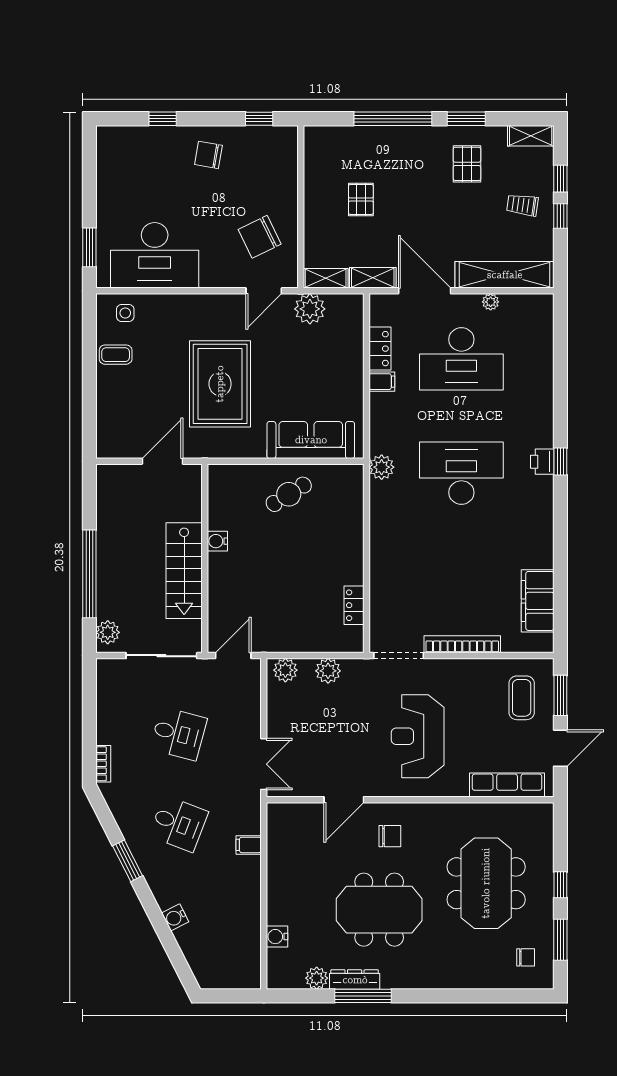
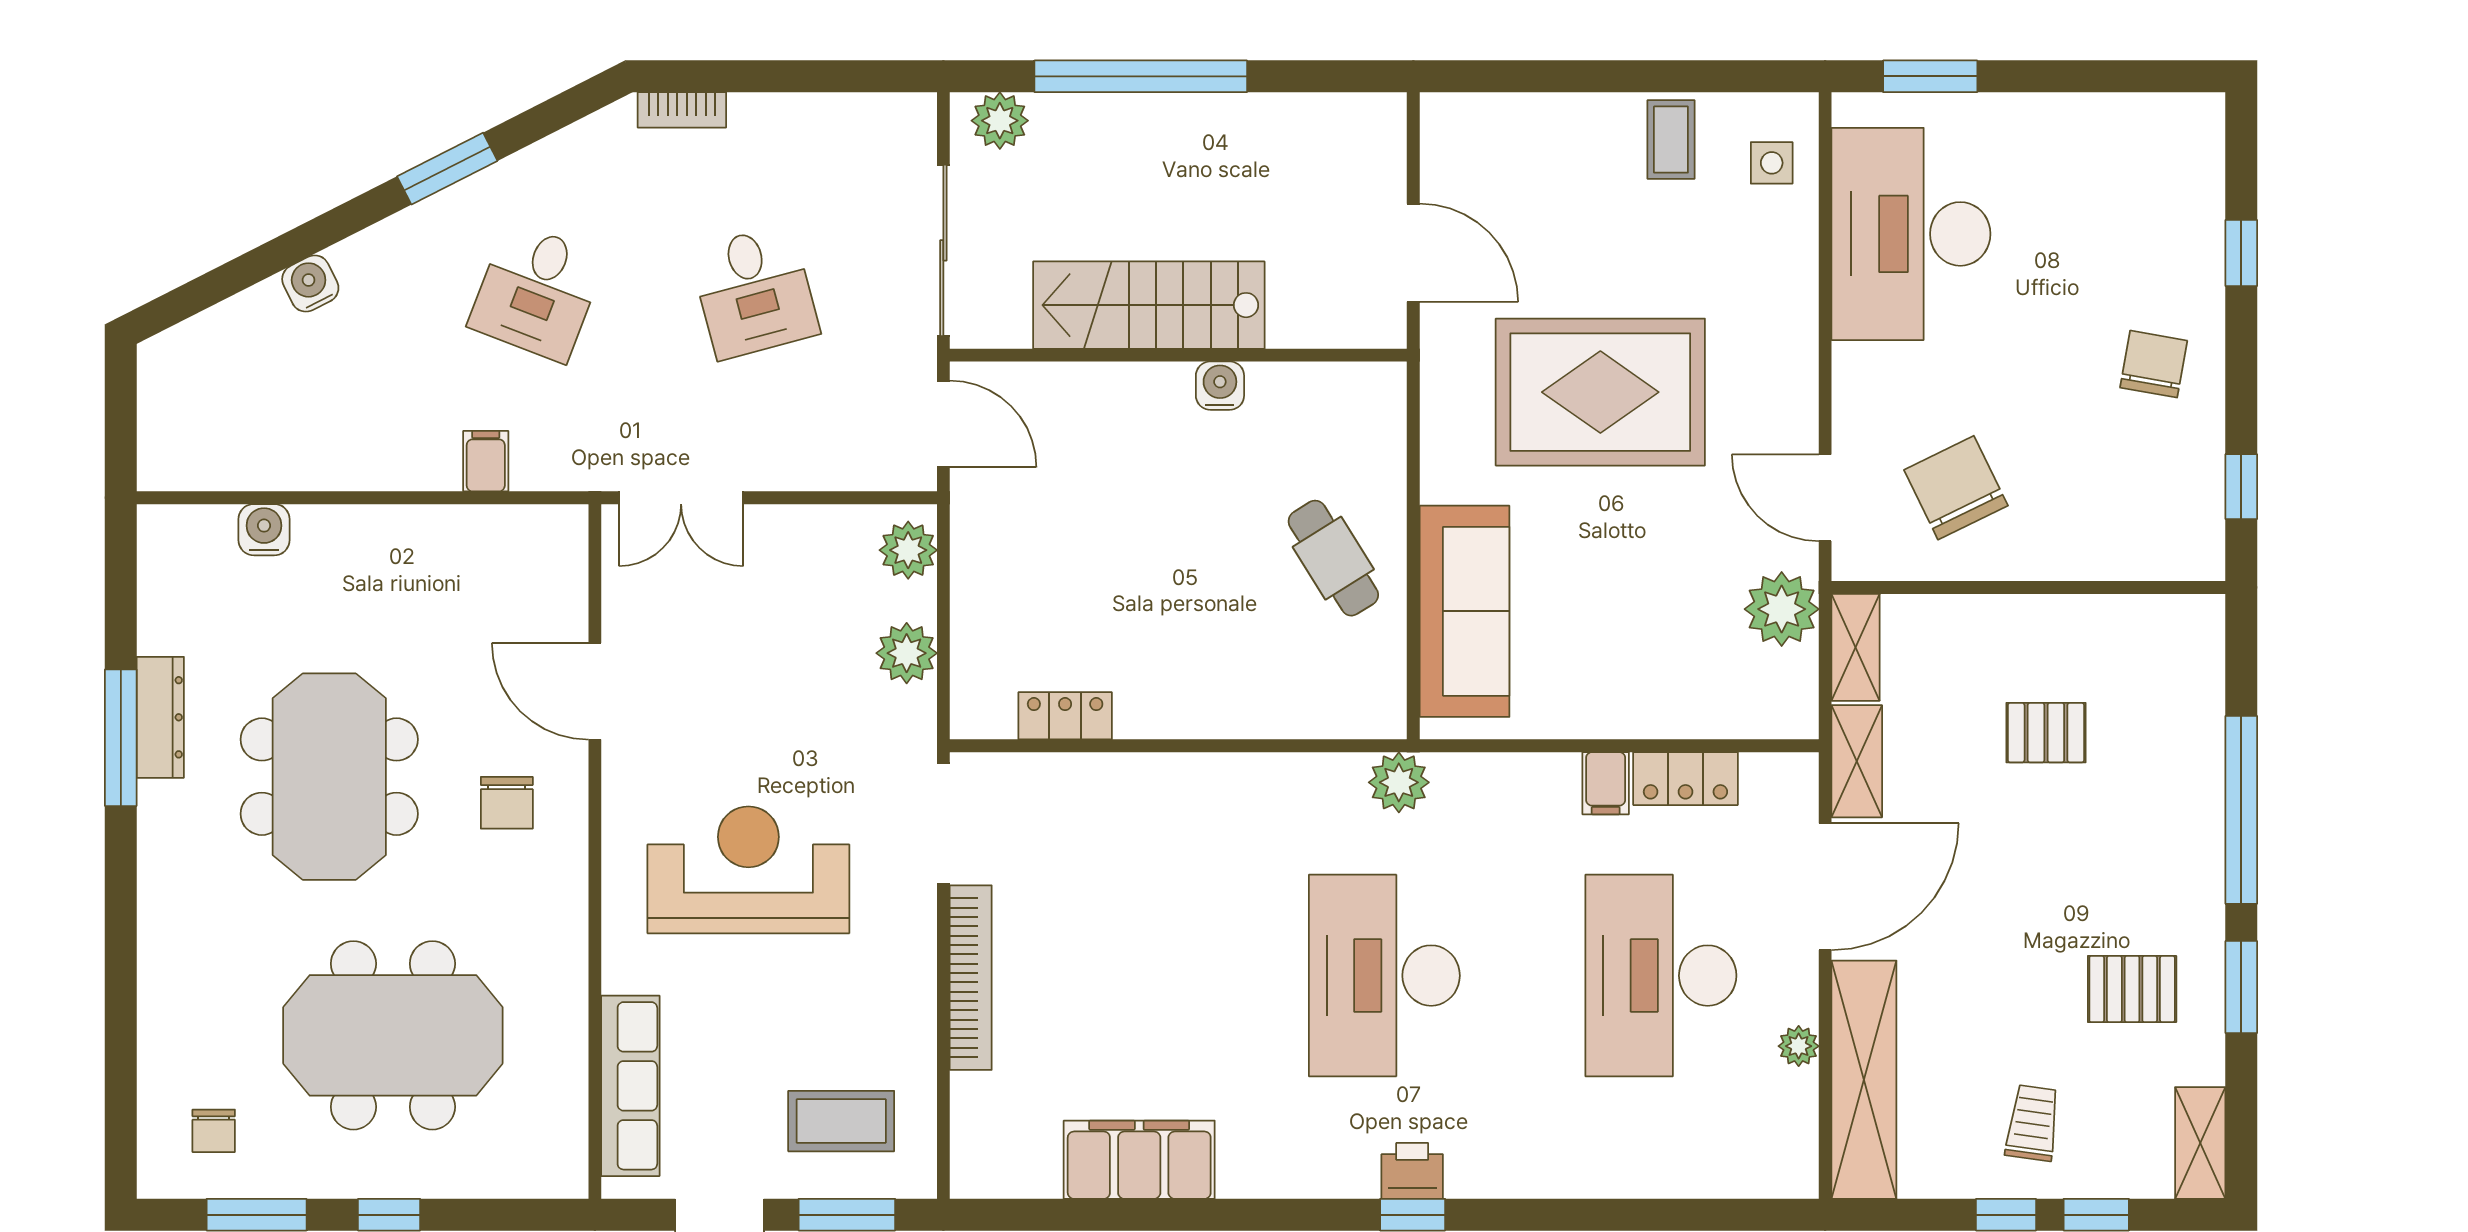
desk: (461, 473) -> (1384, 976), turned 180
filing cabinet: (538, 601) -> (1139, 1160), moved
desk: (179, 734) -> (754, 292), turned -30
plant: (317, 978) -> (164, 625), removed

